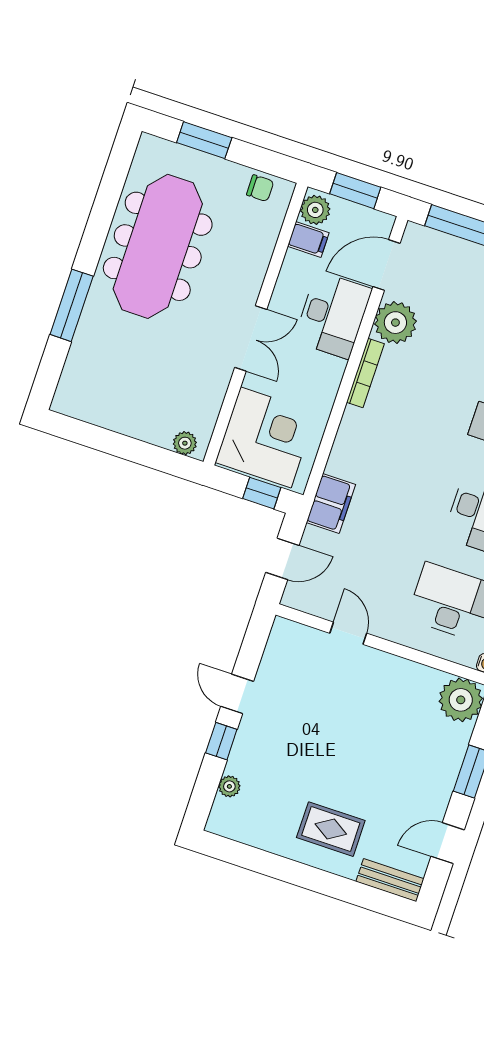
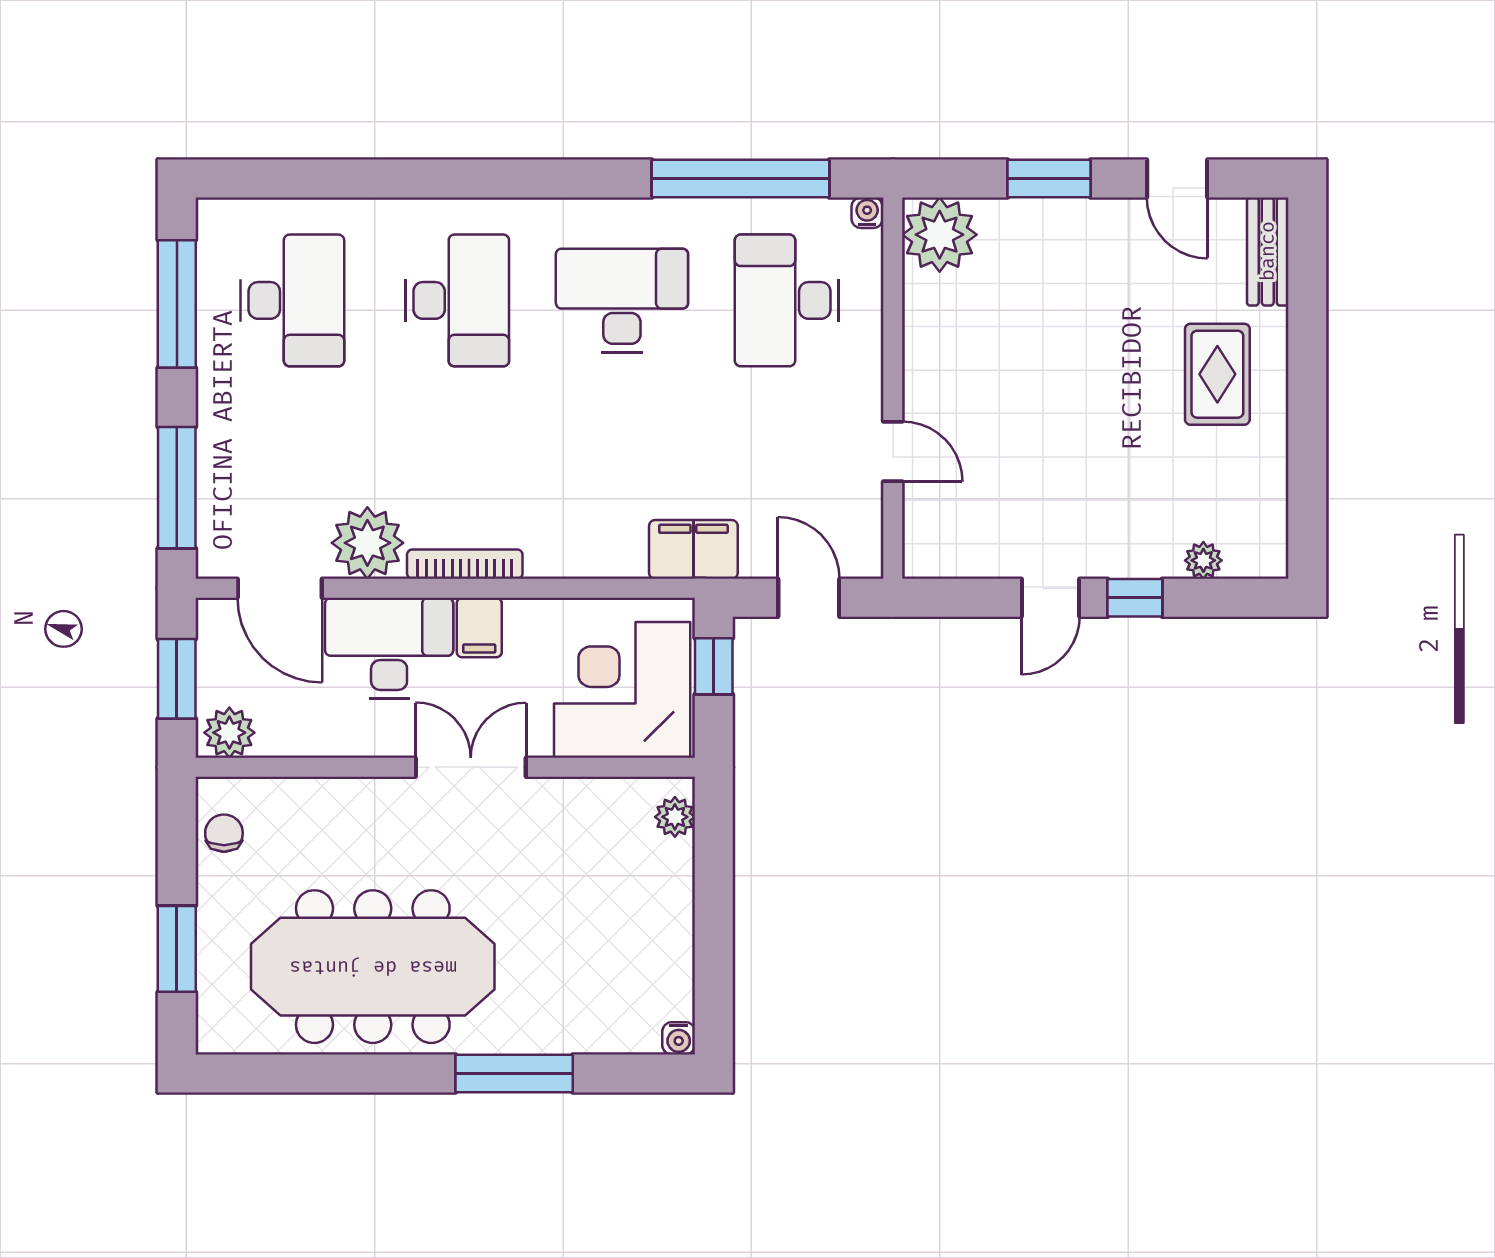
filing cabinet: (308, 240) -> (479, 628), moved, turned 180
water cooler: (60, 404) -> (679, 1038), added
door: (348, 633) -> (893, 452), swing flipped

